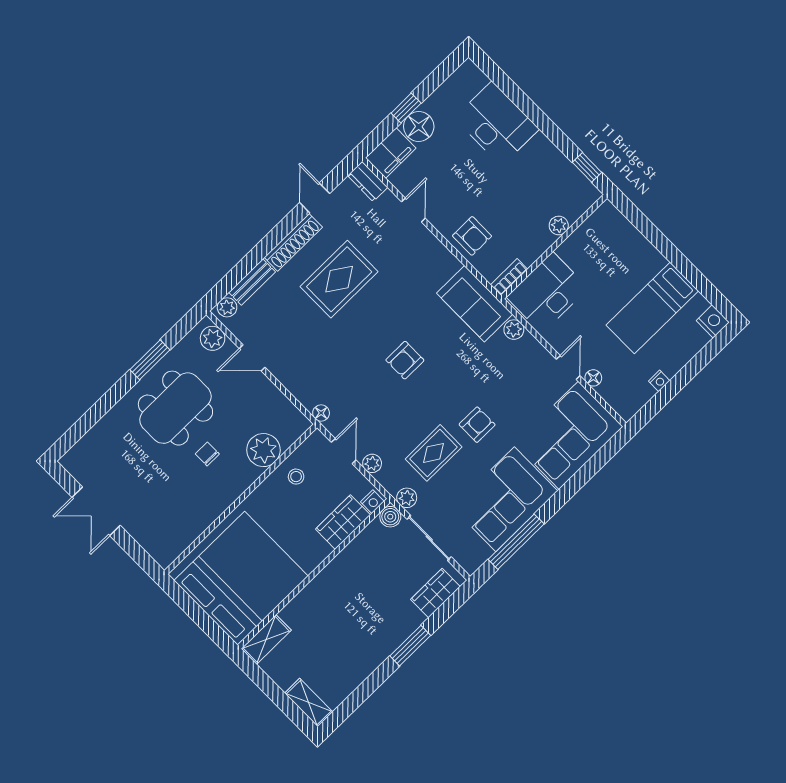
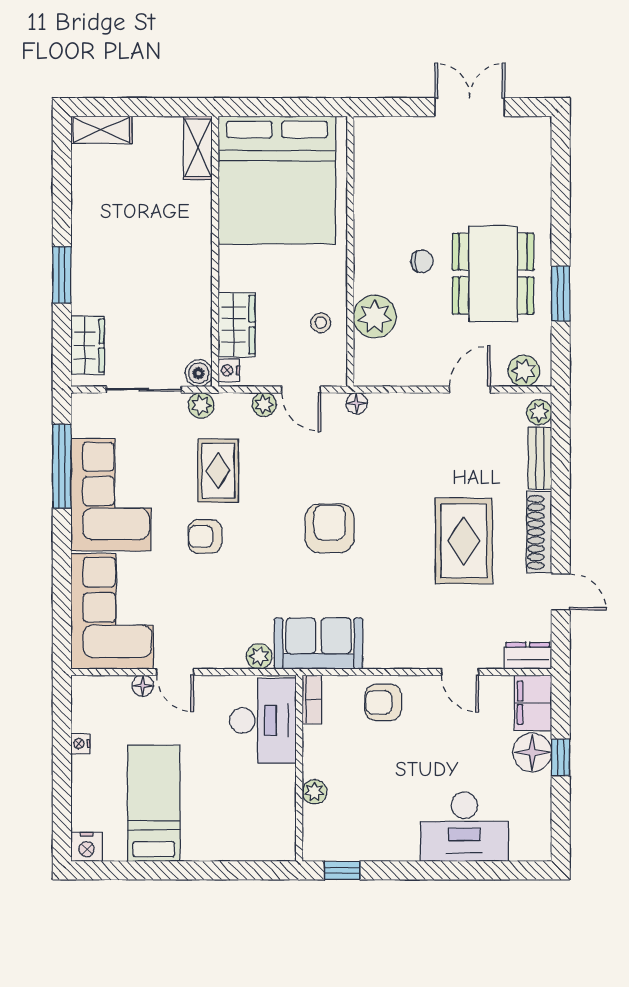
armchair: (405, 360) -> (330, 528), width x1.38, depth x1.38
armchair: (477, 425) -> (205, 536), turned 90

